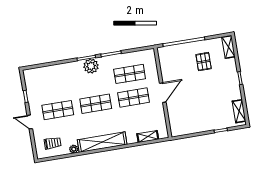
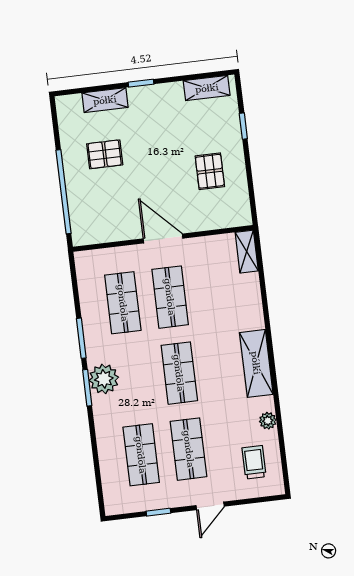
shelving: (228, 47) -> (105, 100), moved
shop shelf: (54, 86) -> (141, 455), added
pallet: (197, 115) -> (210, 171), added
shelving: (148, 137) -> (247, 252), moved
shelving: (102, 142) -> (256, 363), width x0.68

